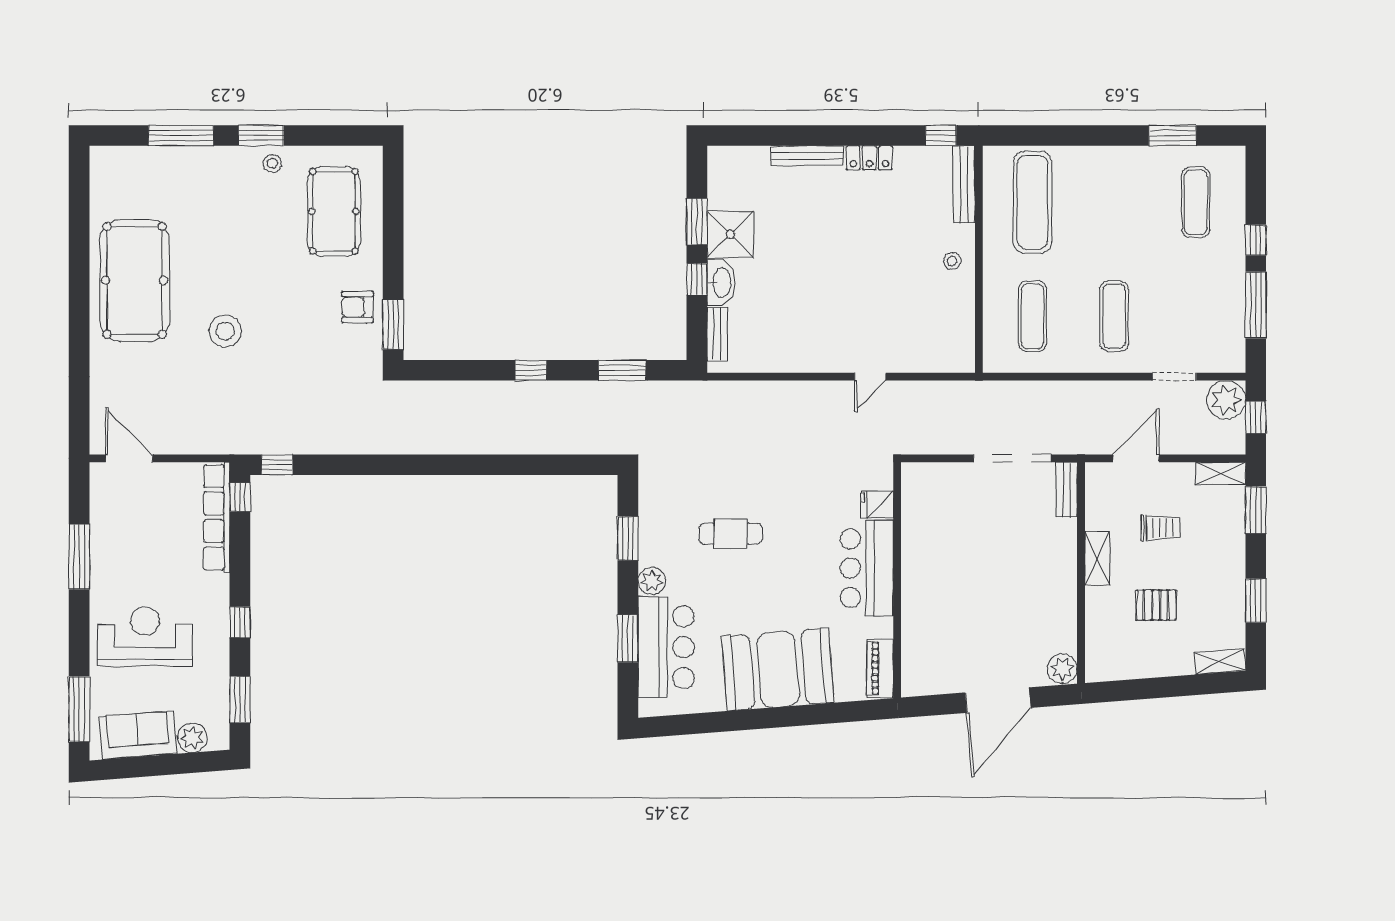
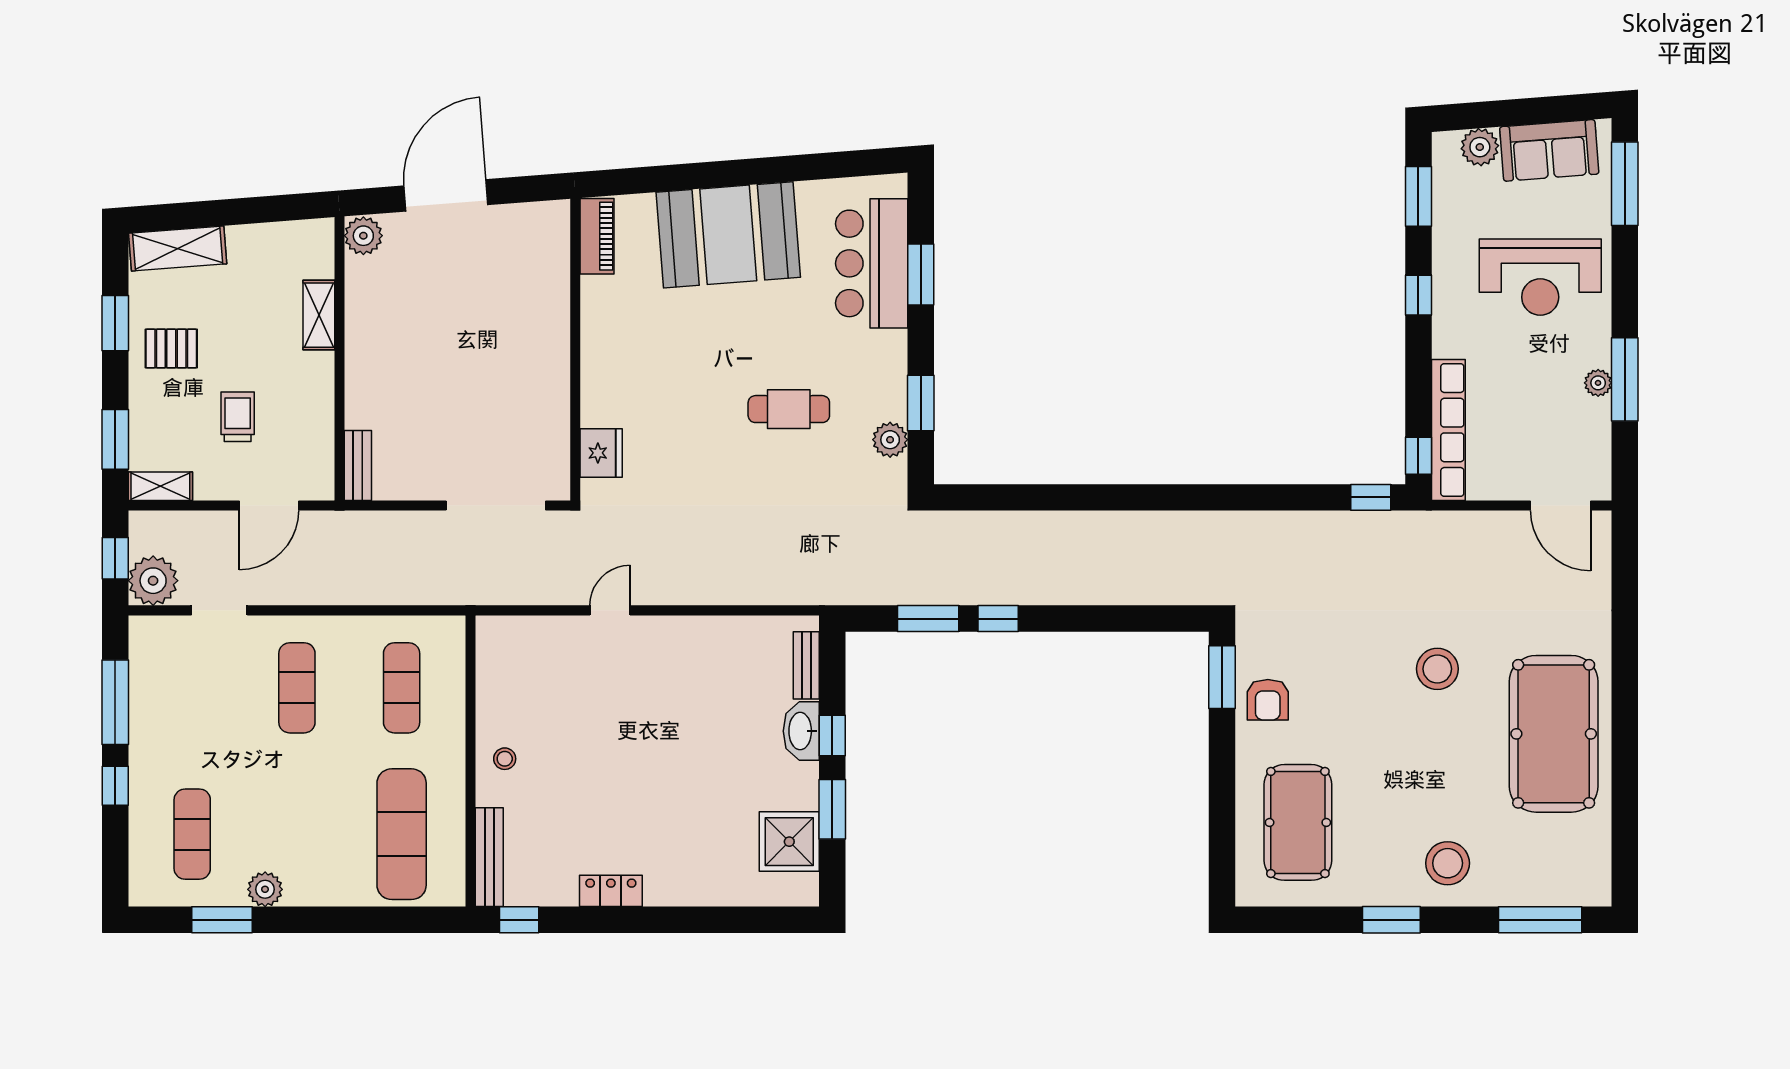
window: (181, 135) -> (1540, 920), moved
bench: (807, 156) -> (691, 894), removed
plant: (1139, 159) -> (265, 889), added
stool: (272, 163) -> (1448, 863), moved, width x1.89, depth x1.89
shower: (730, 234) -> (789, 842), moved
armchair: (357, 307) -> (1268, 700), turned 90
window: (531, 370) -> (998, 619), moved
doorway: (1012, 458) -> (496, 506), moved
fridge: (877, 505) -> (601, 453), width x1.38
trolley: (1160, 528) -> (238, 417), turned 90
plant: (100, 554) -> (1598, 383), added
shelving: (1097, 558) -> (319, 315), moved
bar counter: (867, 568) -> (614, 365), removed
plant: (652, 581) -> (890, 440), moved
pallet: (1156, 605) -> (171, 348), moved
shelving: (1220, 661) -> (178, 248), width x1.50, depth x1.33

